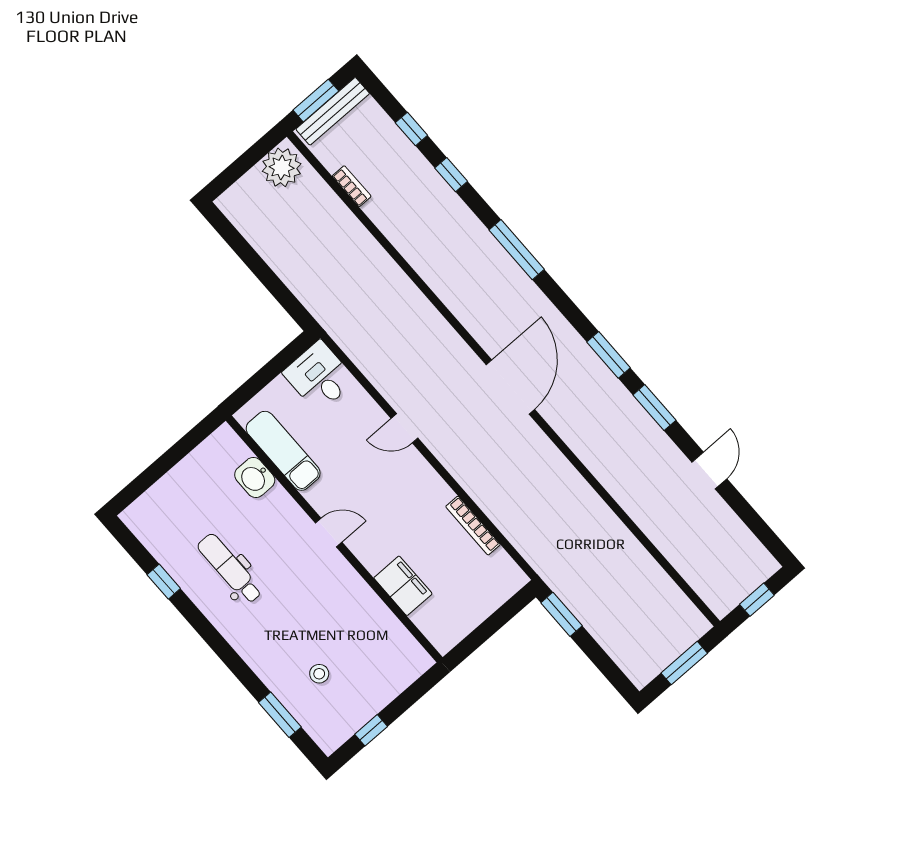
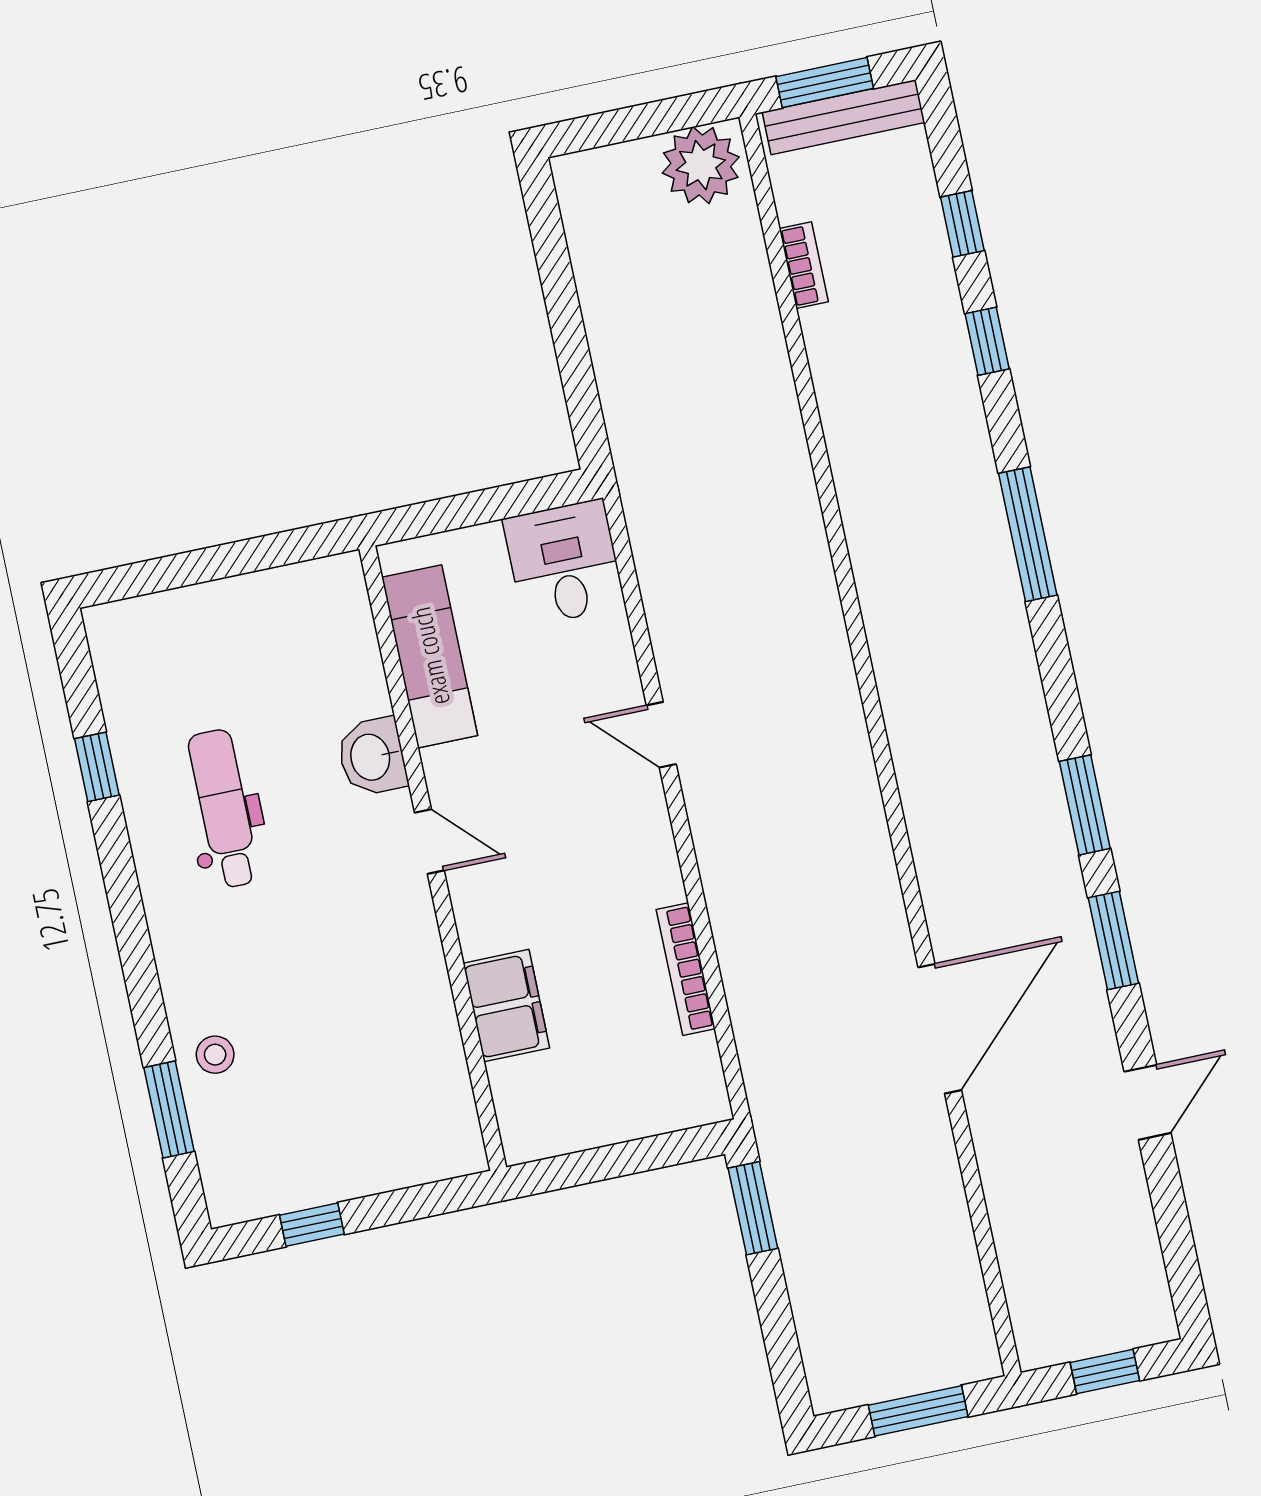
door: (510, 387) -> (940, 1029), moved
washbasin: (255, 477) -> (372, 757), moved
stool: (319, 674) -> (215, 1055), moved

